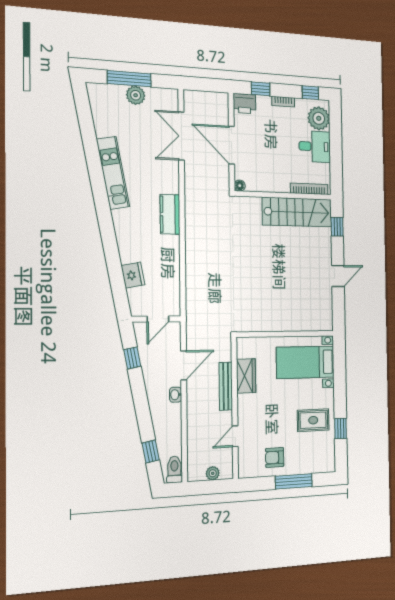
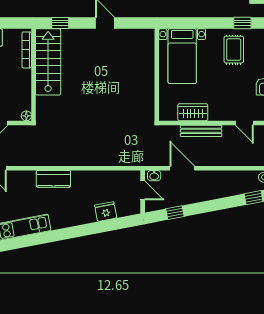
washbasin: (176, 395) -> (154, 176), moved

